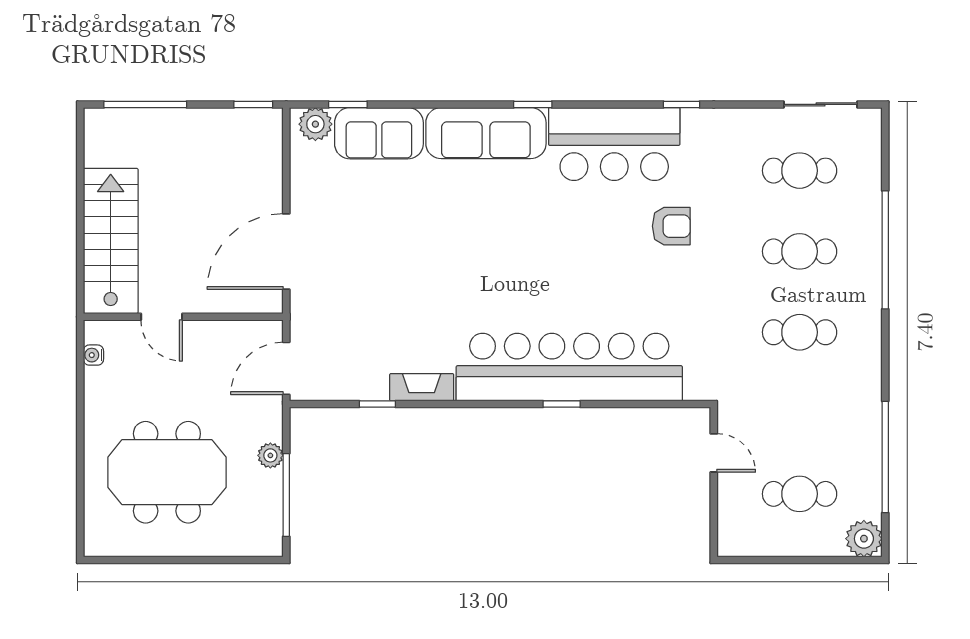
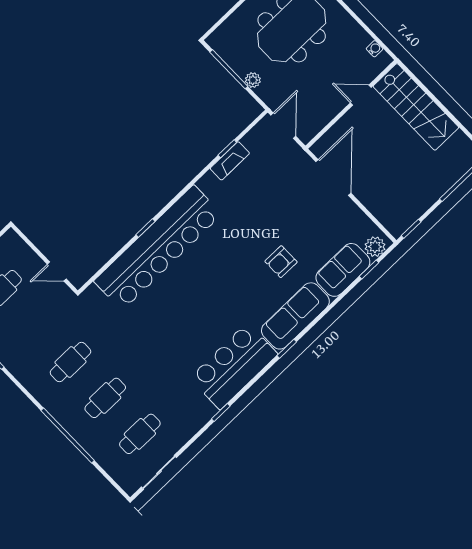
armchair: (671, 226) -> (281, 262), moved
fireplace: (422, 387) -> (230, 161), moved

